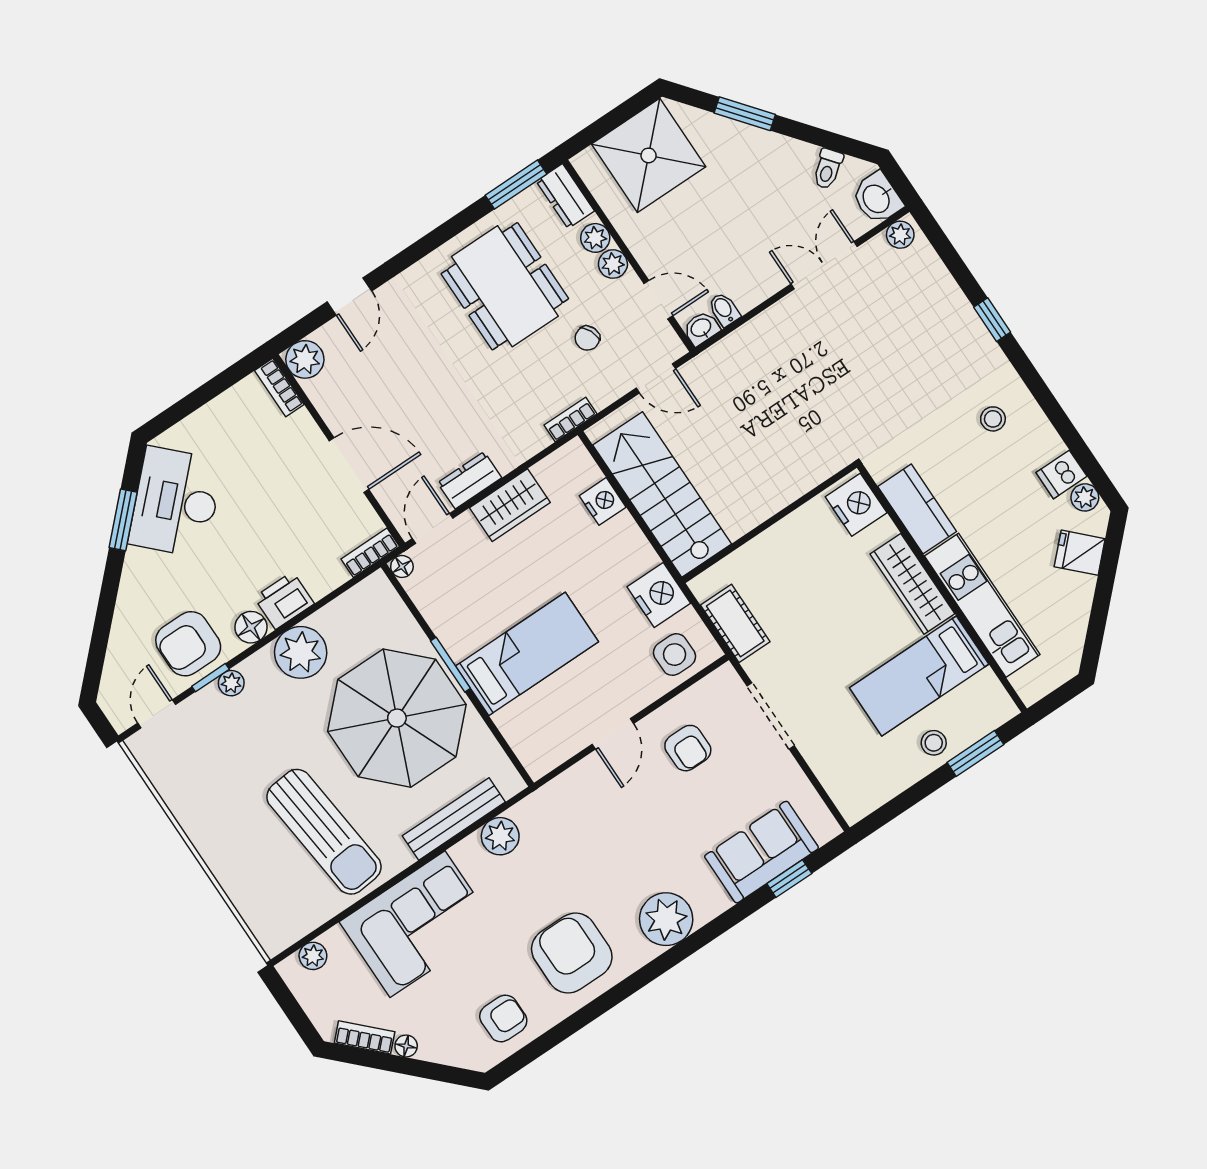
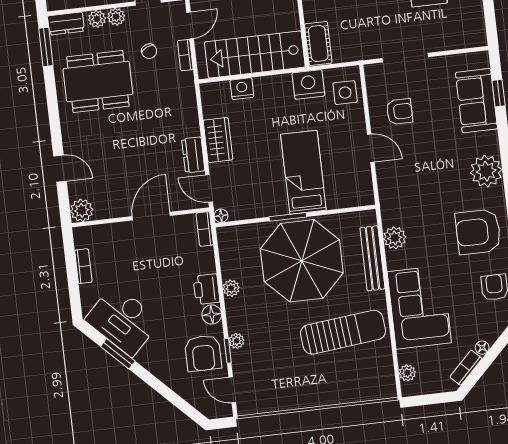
bookcase: (279, 387) -> (83, 266), moved, turned -90
bookcase: (571, 419) -> (185, 55), moved
cot: (735, 623) -> (318, 43), moved, turned 90
plant: (301, 652) -> (231, 288), width x0.53, depth x0.53

